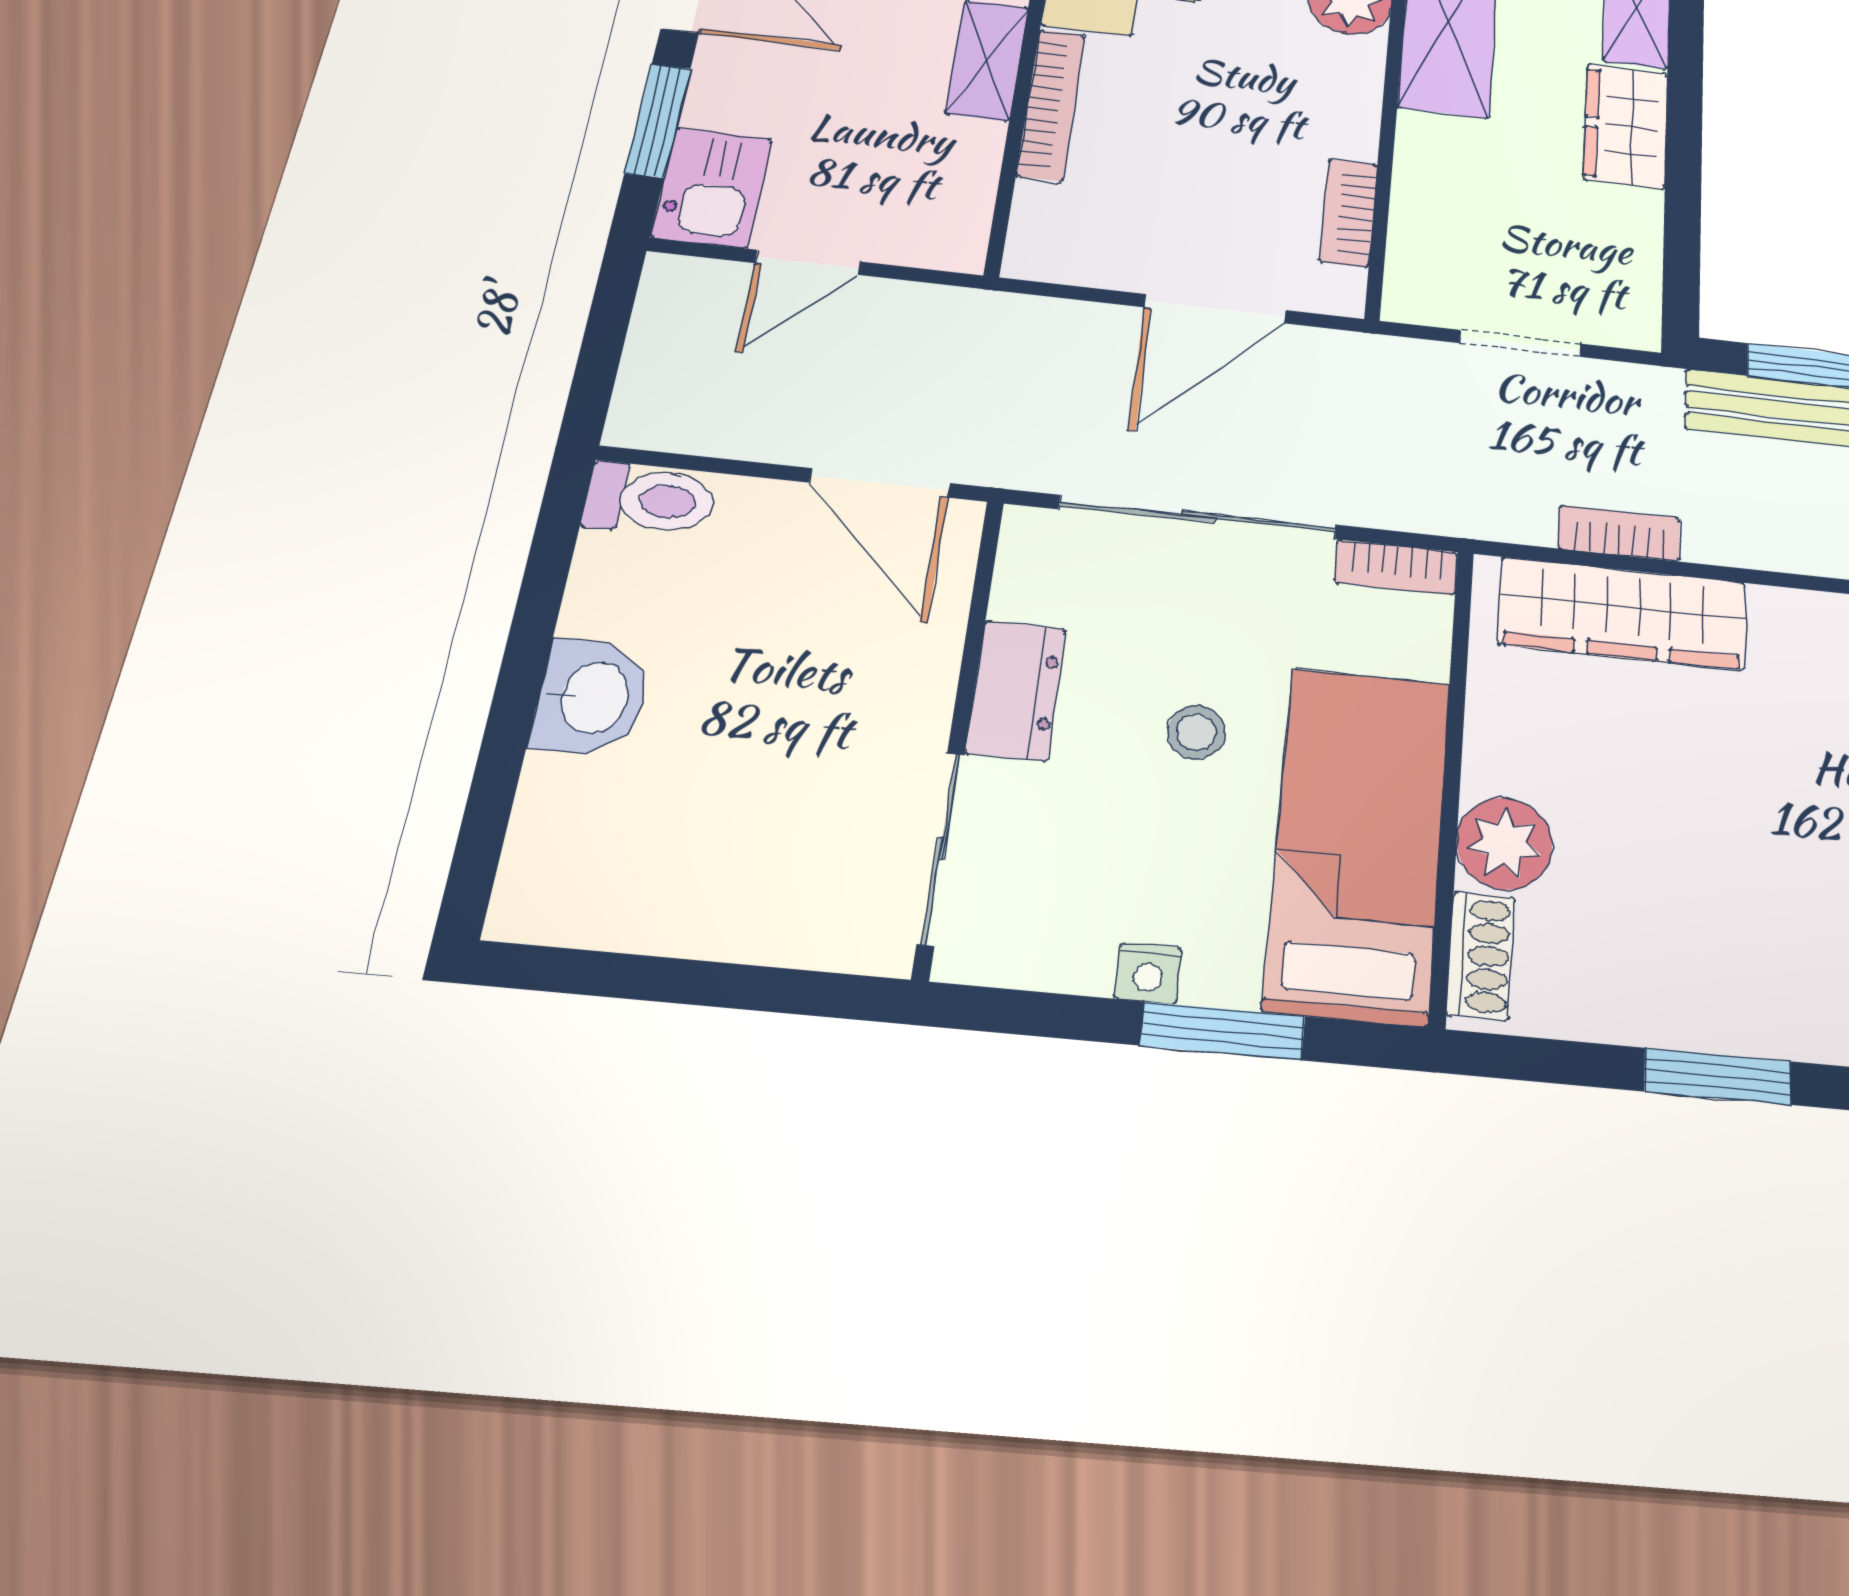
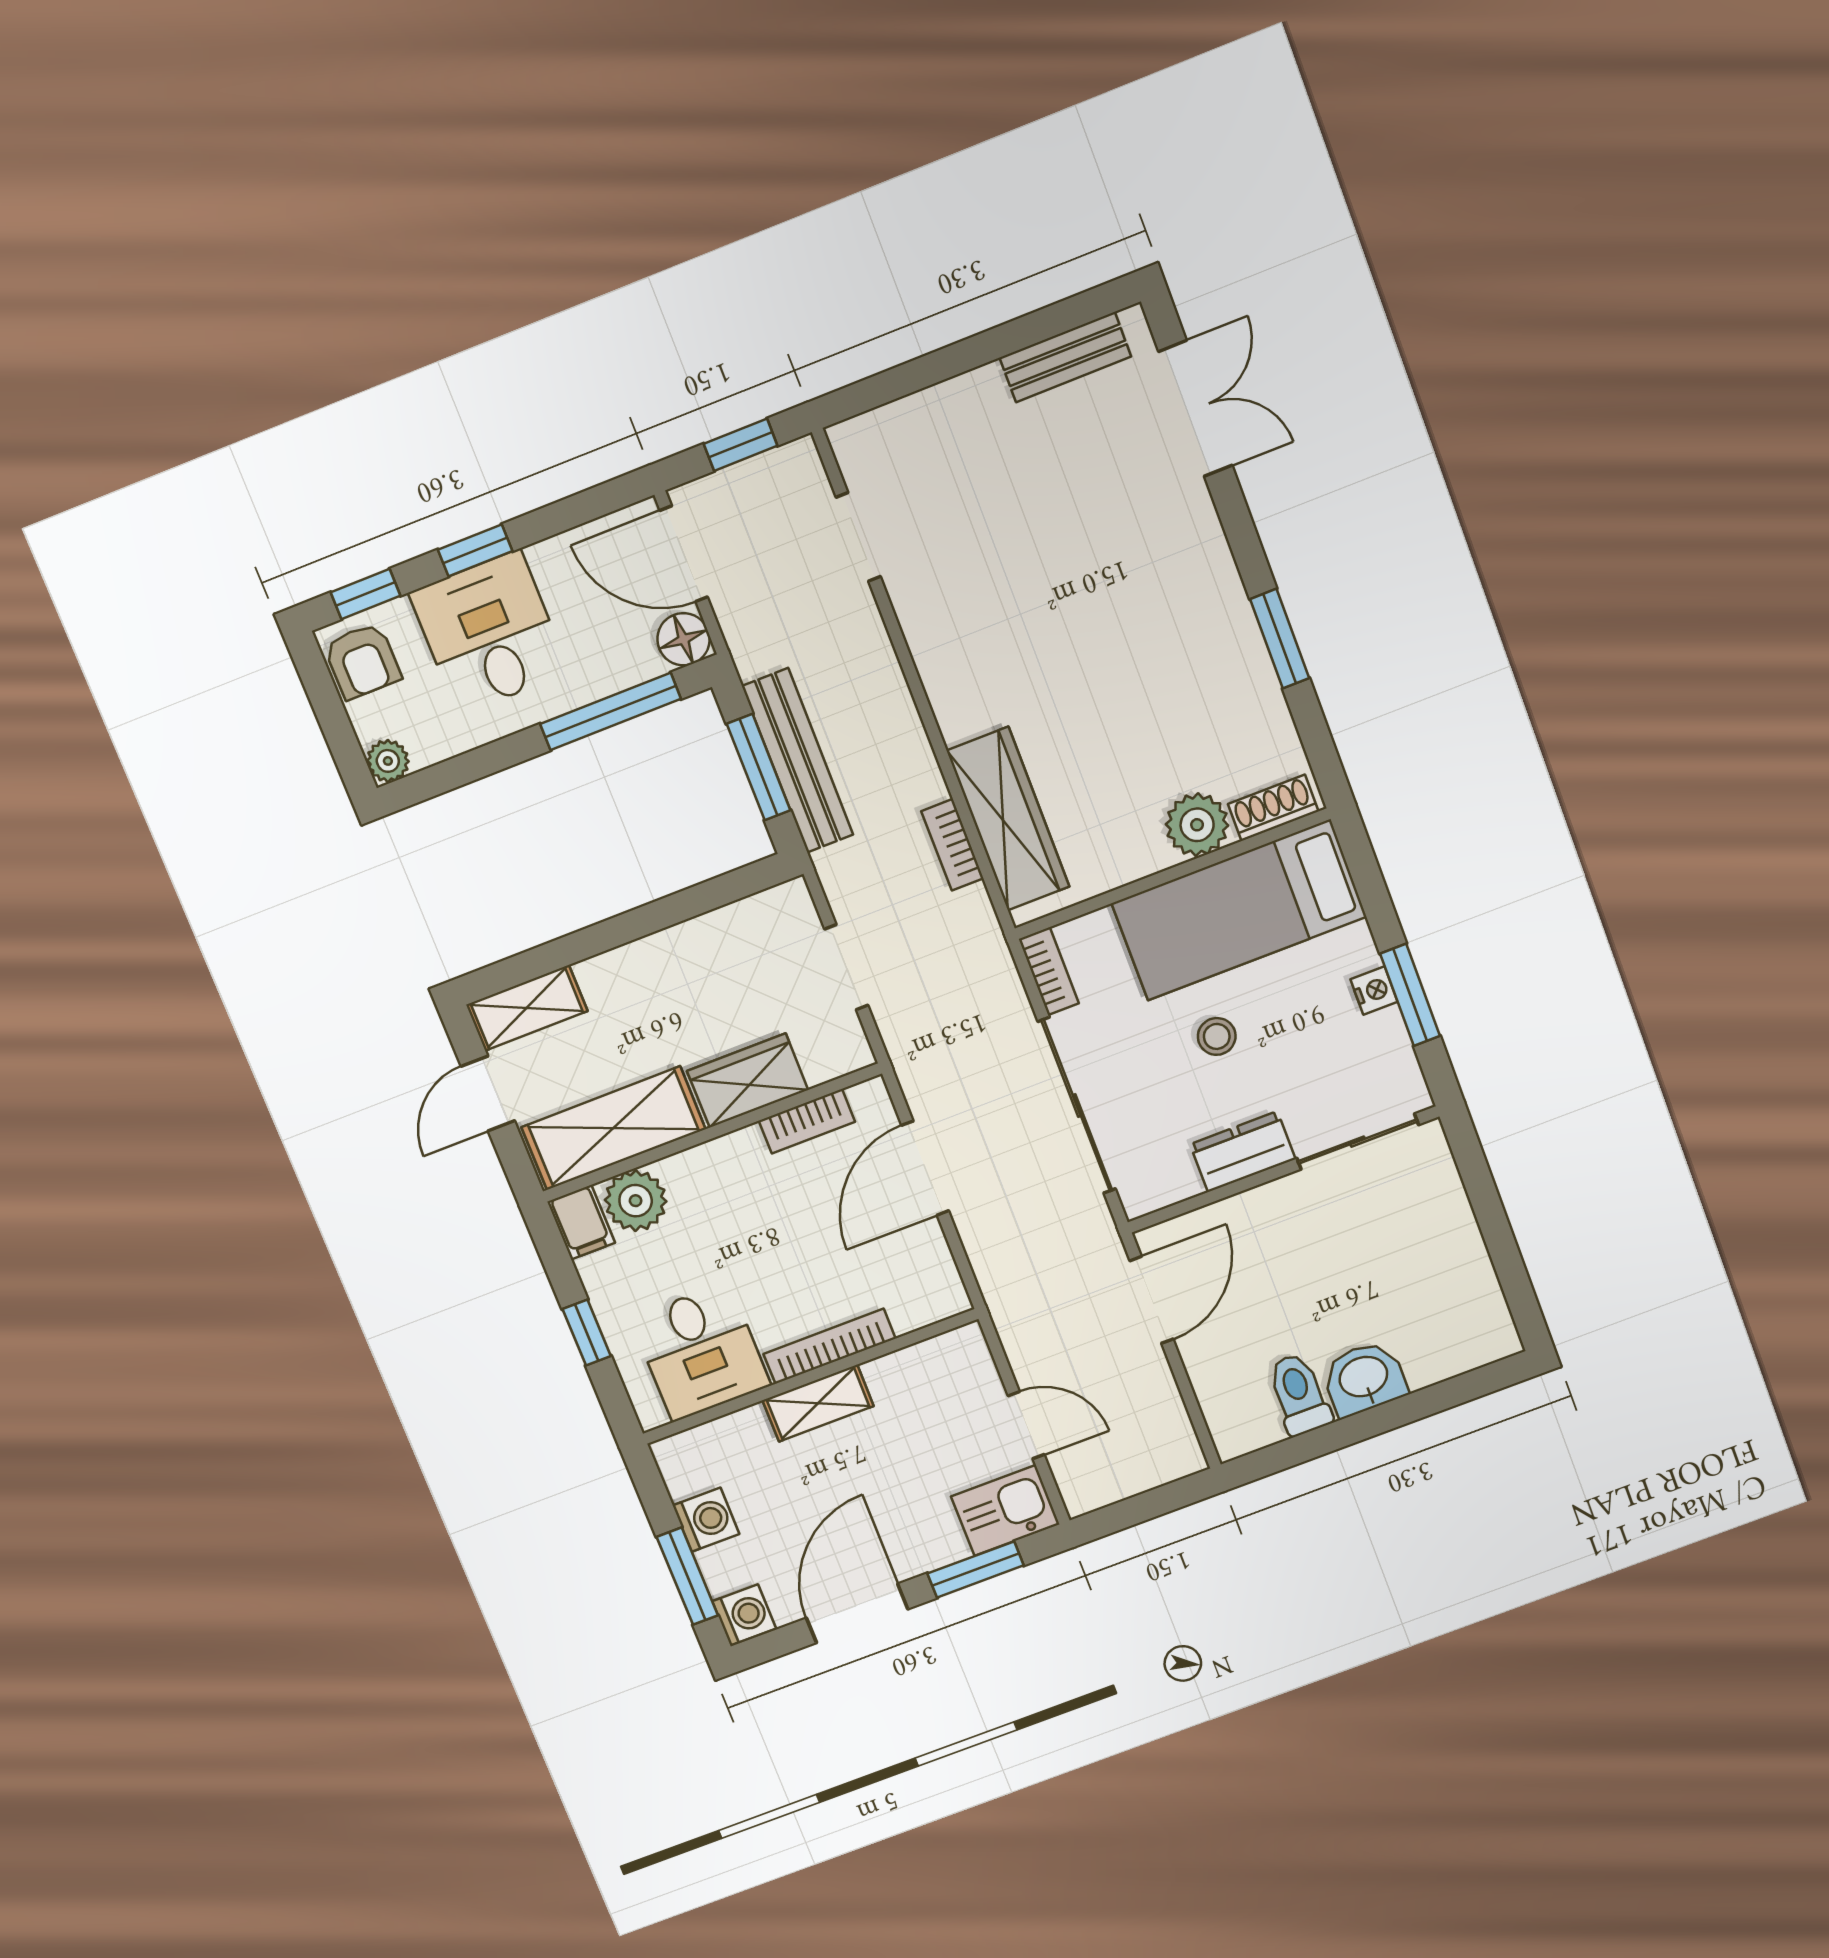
wardrobe: (1626, 126) -> (748, 1080), moved, turned 180
door: (1215, 309) -> (925, 1168), swing flipped
toilet: (650, 500) -> (1299, 1394), moved
window: (1223, 1031) -> (1410, 995), moved

